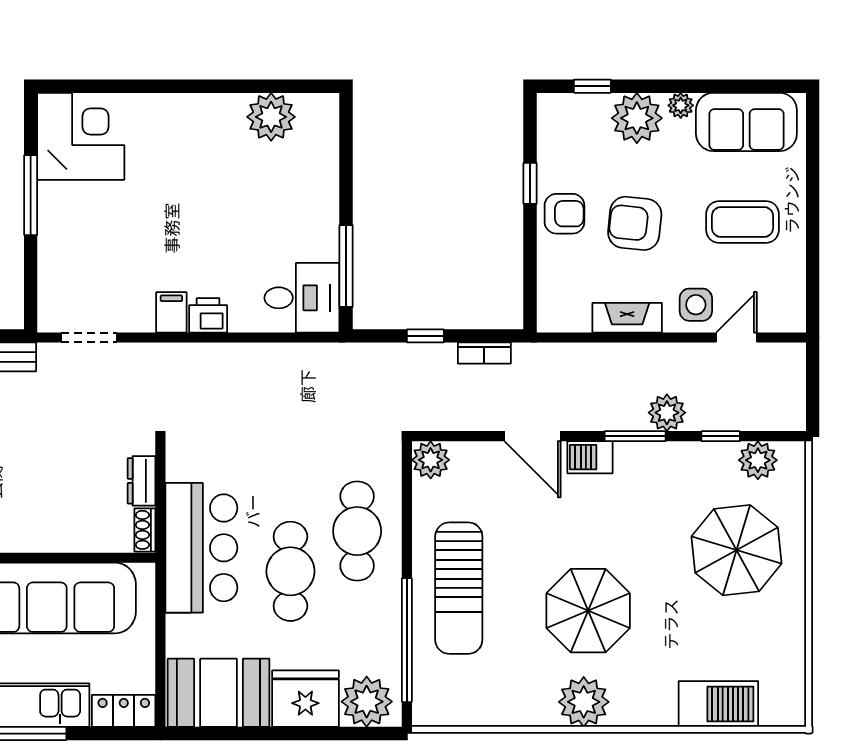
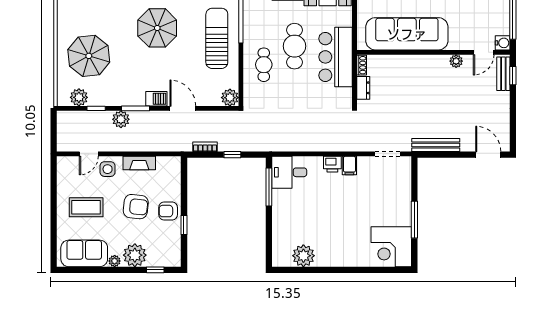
cafe table: (357, 531) -> (264, 65), width x0.73, depth x0.74

